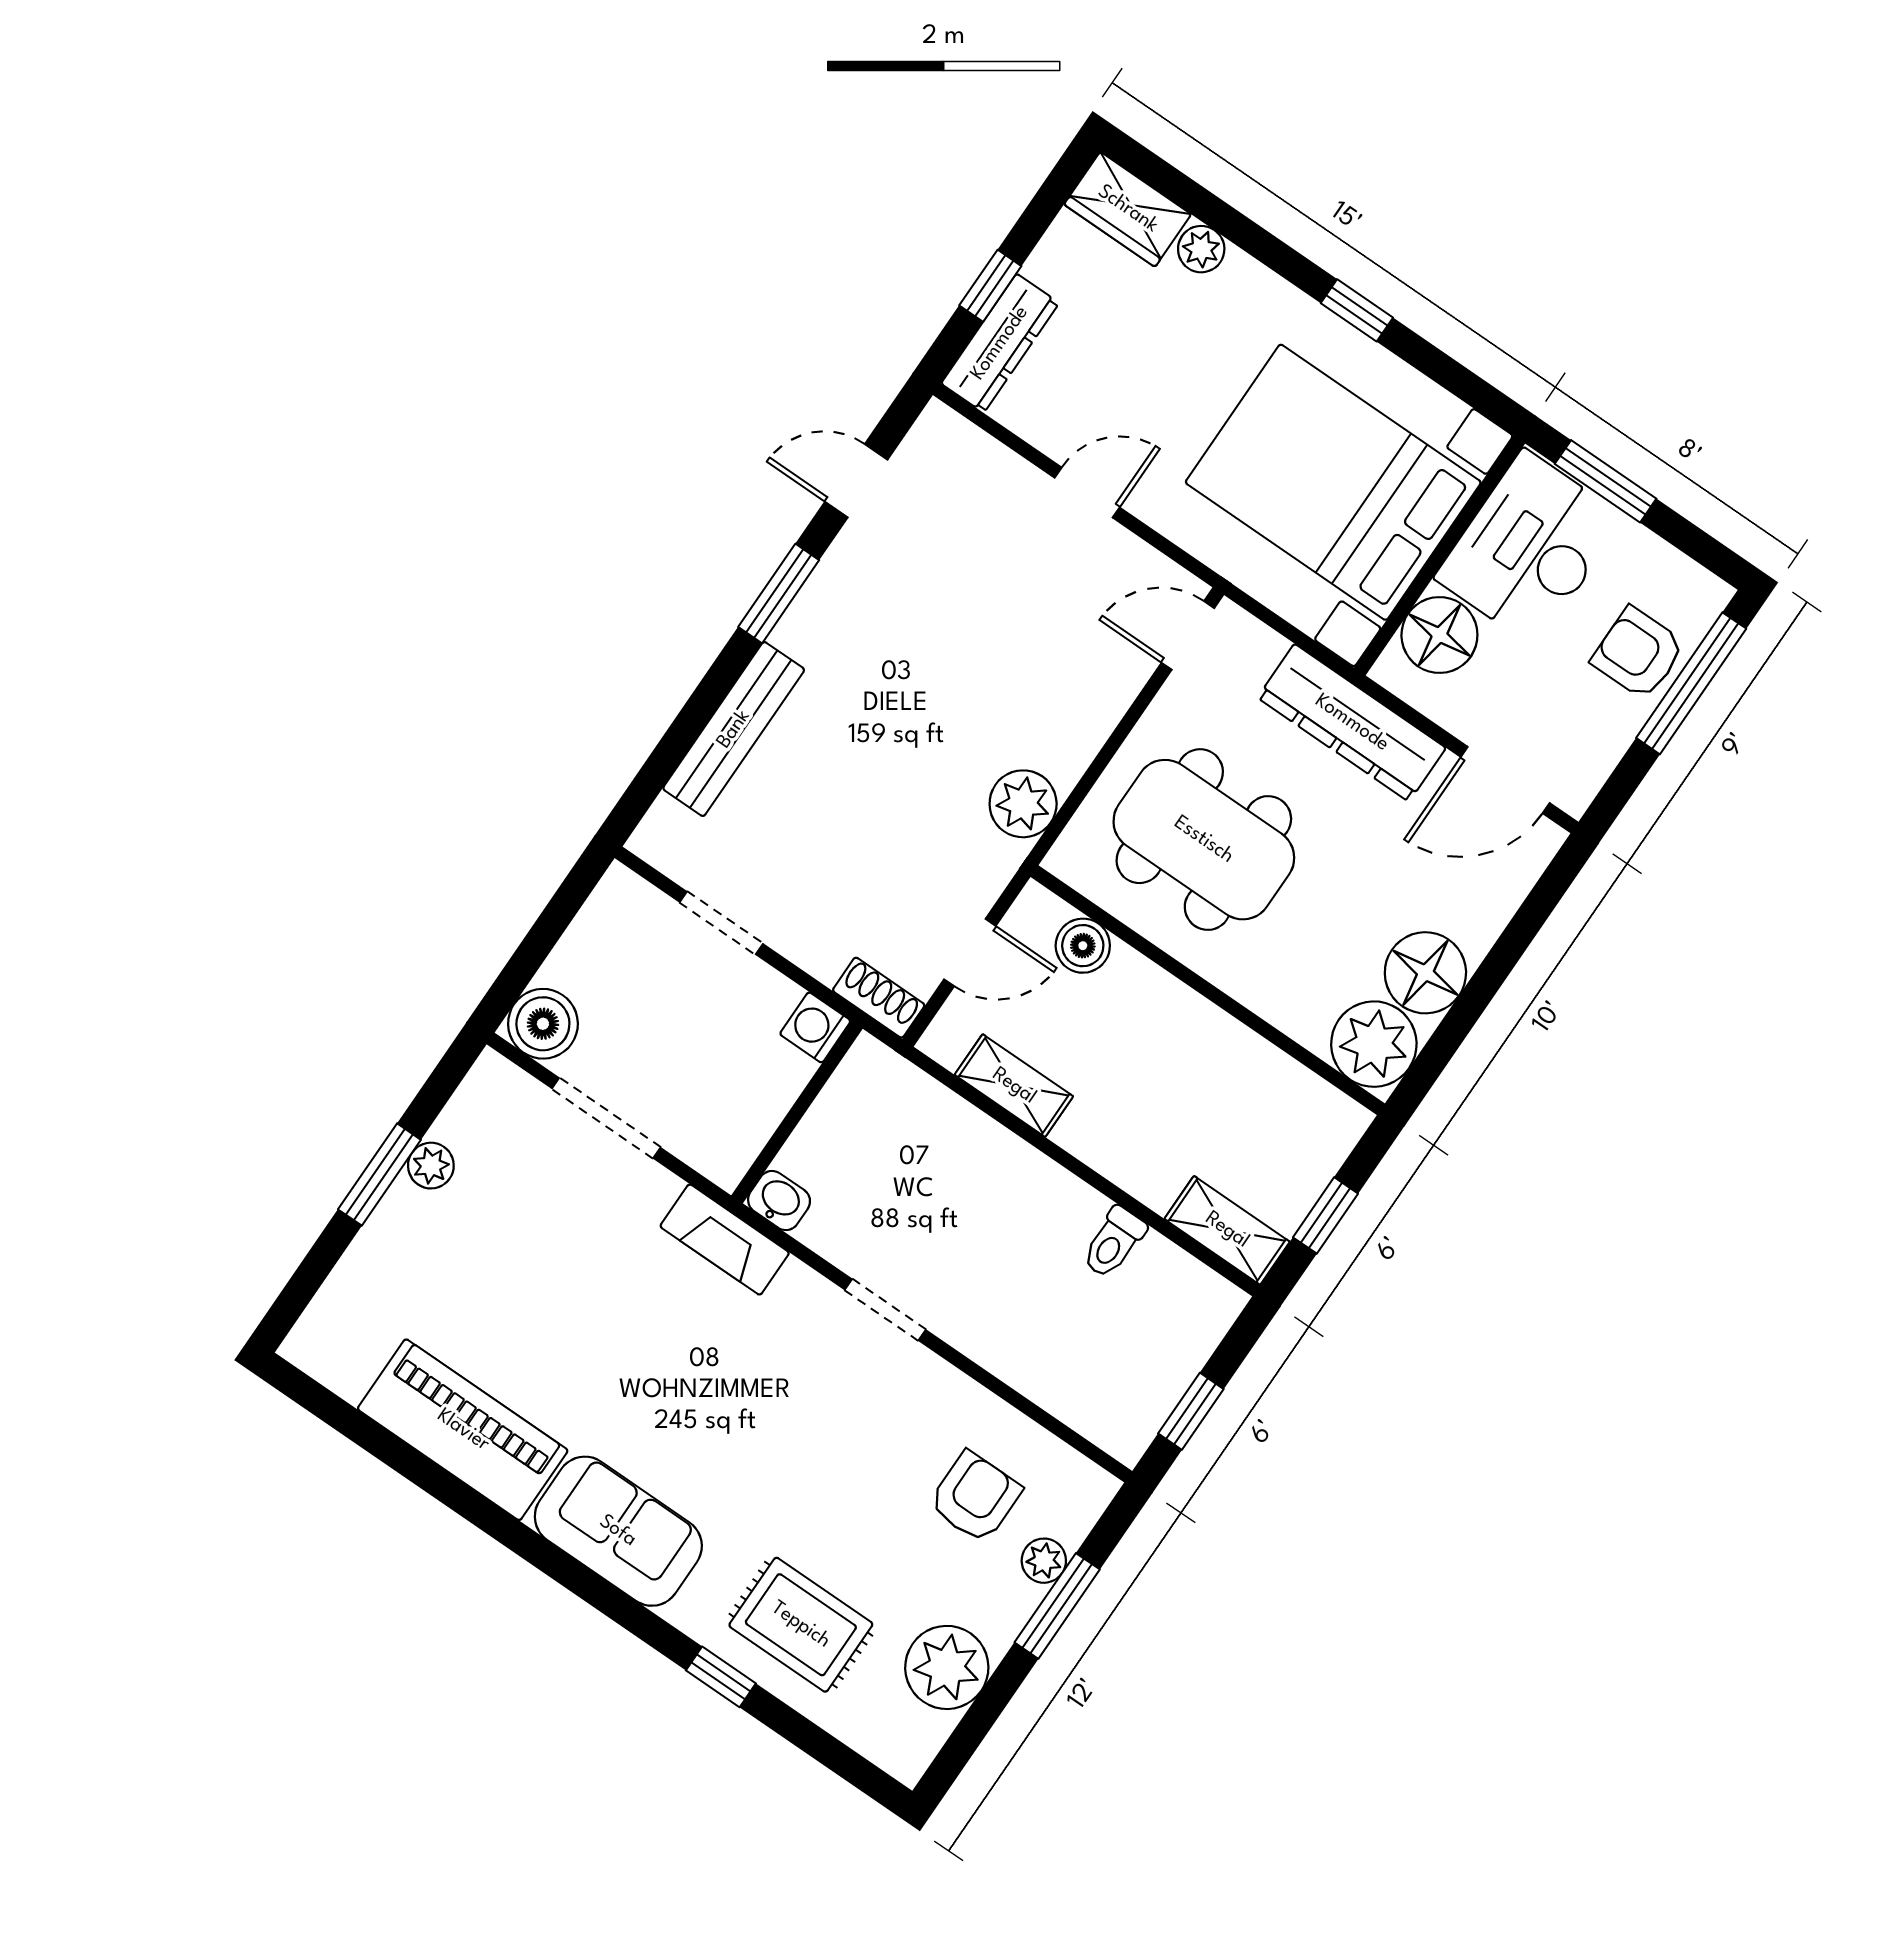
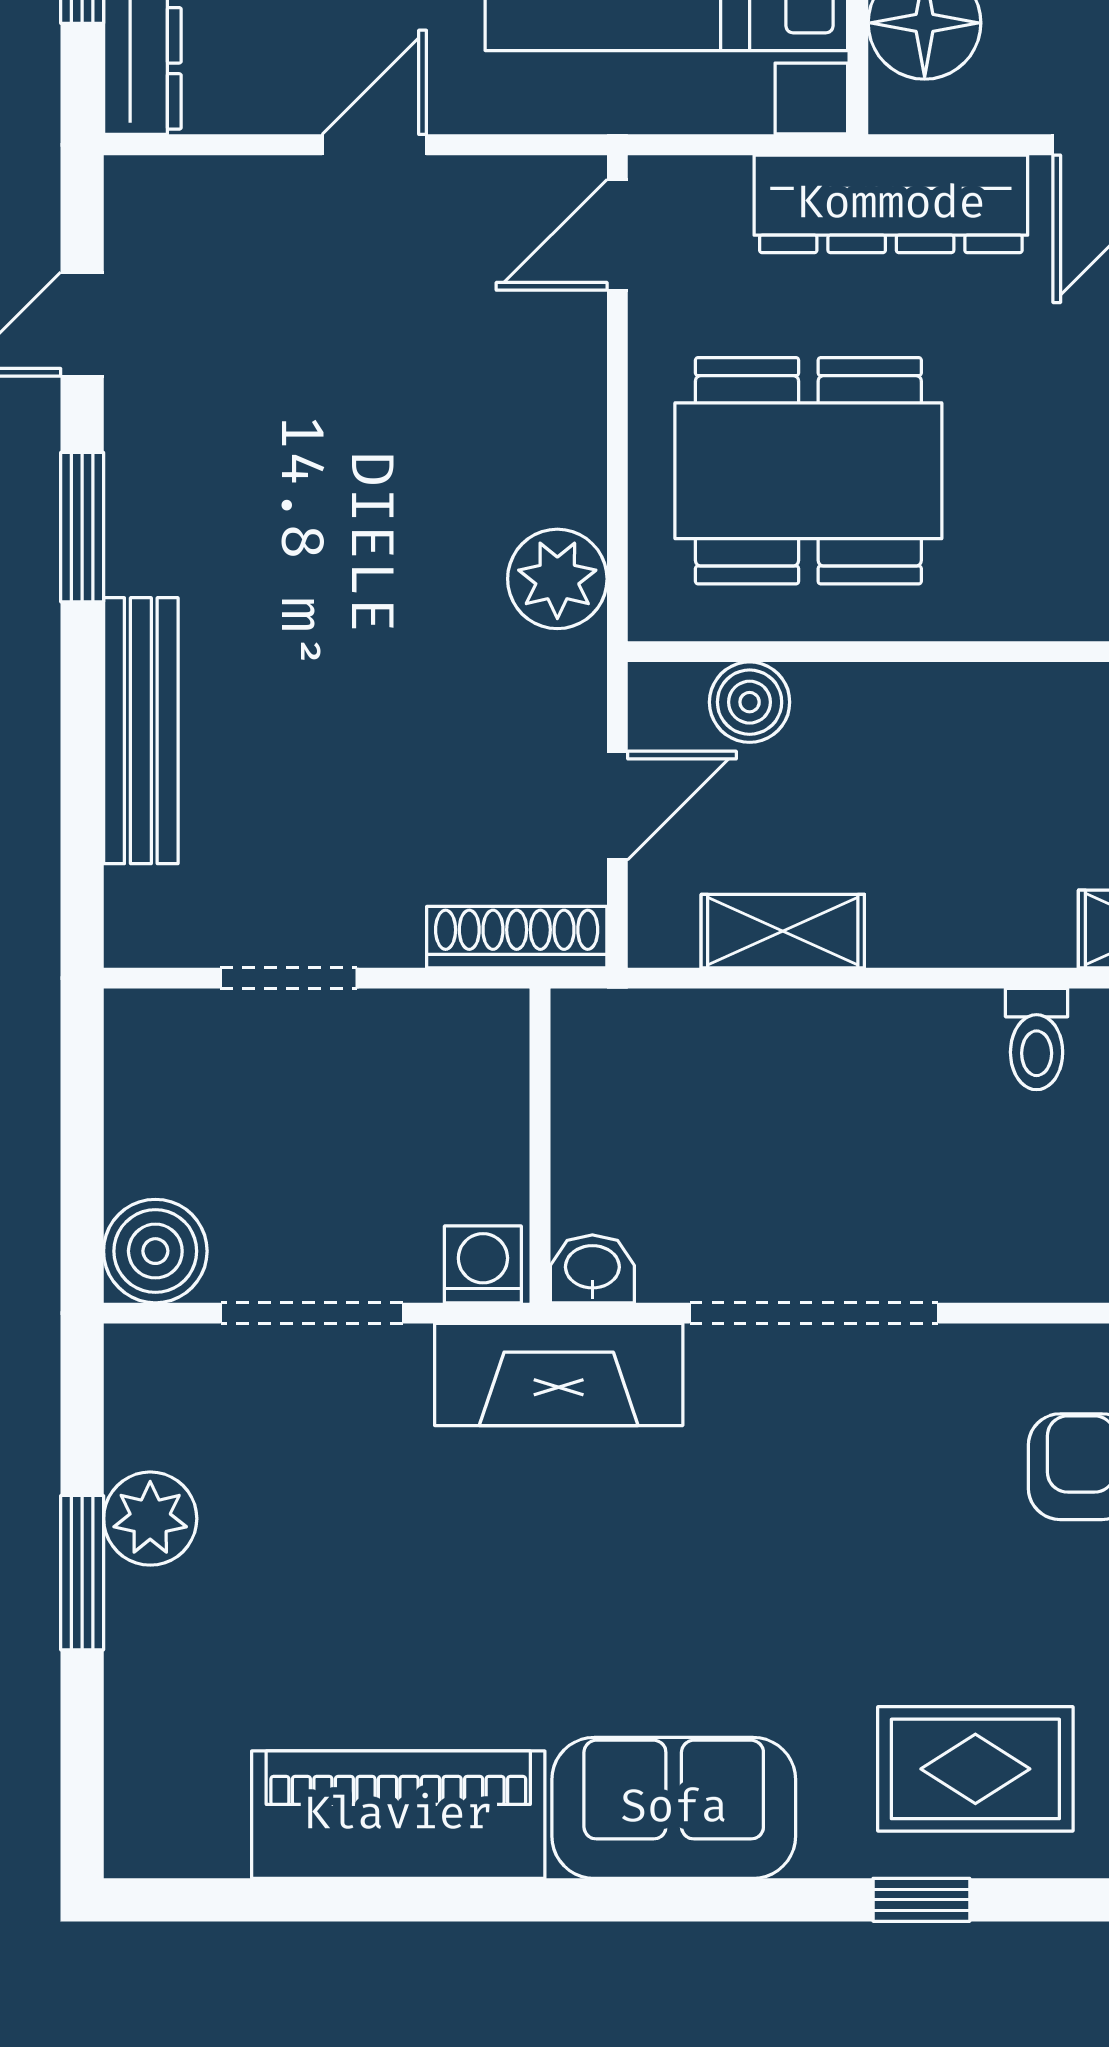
shoe rack: (879, 998) -> (517, 937), width x1.43
washing machine: (815, 1027) -> (483, 1264), moved, turned 90
plant: (431, 1166) -> (150, 1519), width x1.38, depth x1.38
fireplace: (725, 1240) -> (559, 1374), width x1.37, depth x1.32
doorway: (885, 1310) -> (814, 1313), width x1.88

